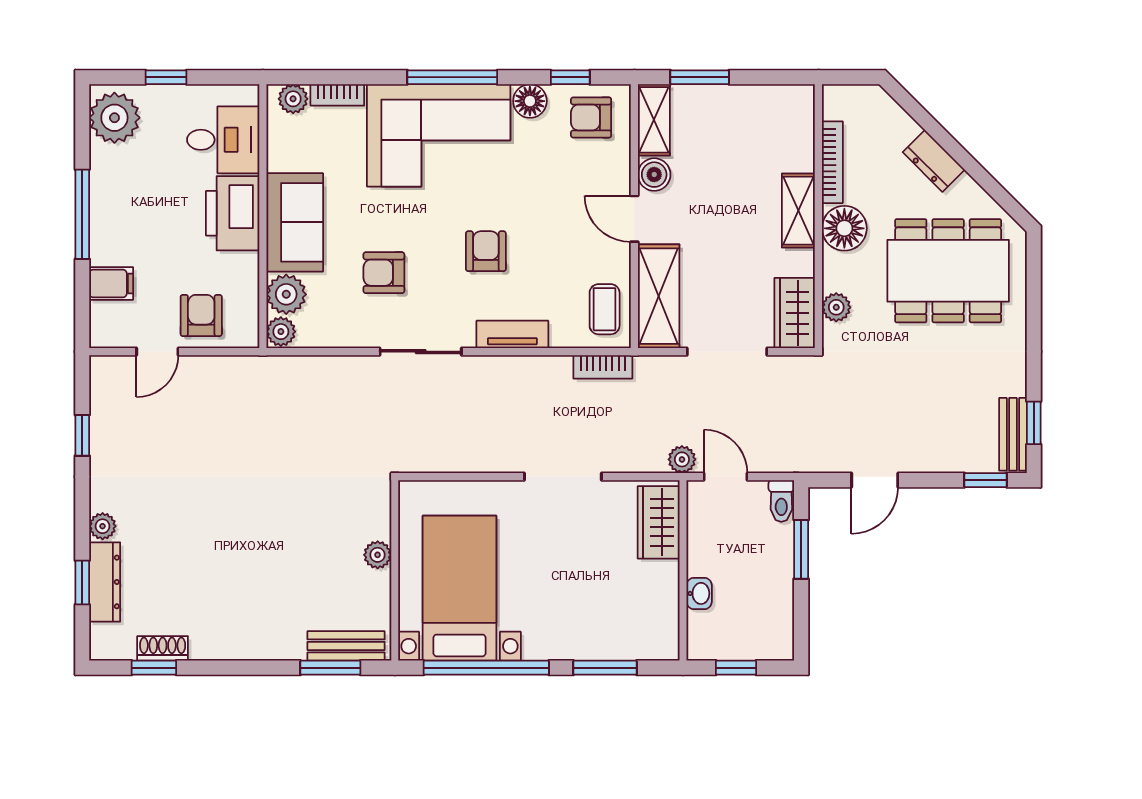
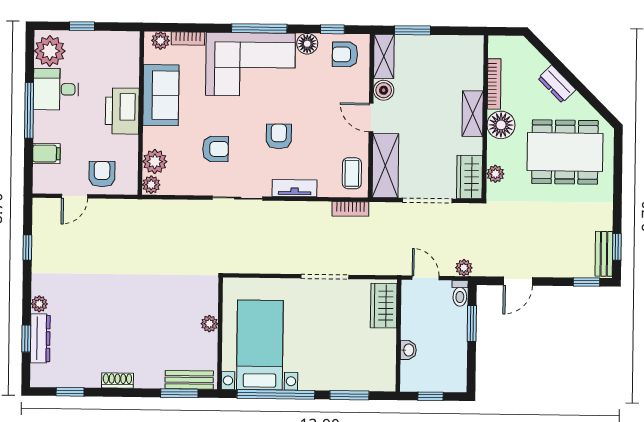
desk: (223, 140) -> (56, 89), moved, turned 180
sofa: (295, 222) -> (161, 95), moved
armchair: (384, 273) -> (215, 149), turned 180
plant: (682, 459) -> (464, 268), moved
shoe rack: (163, 648) -> (117, 380), moved

